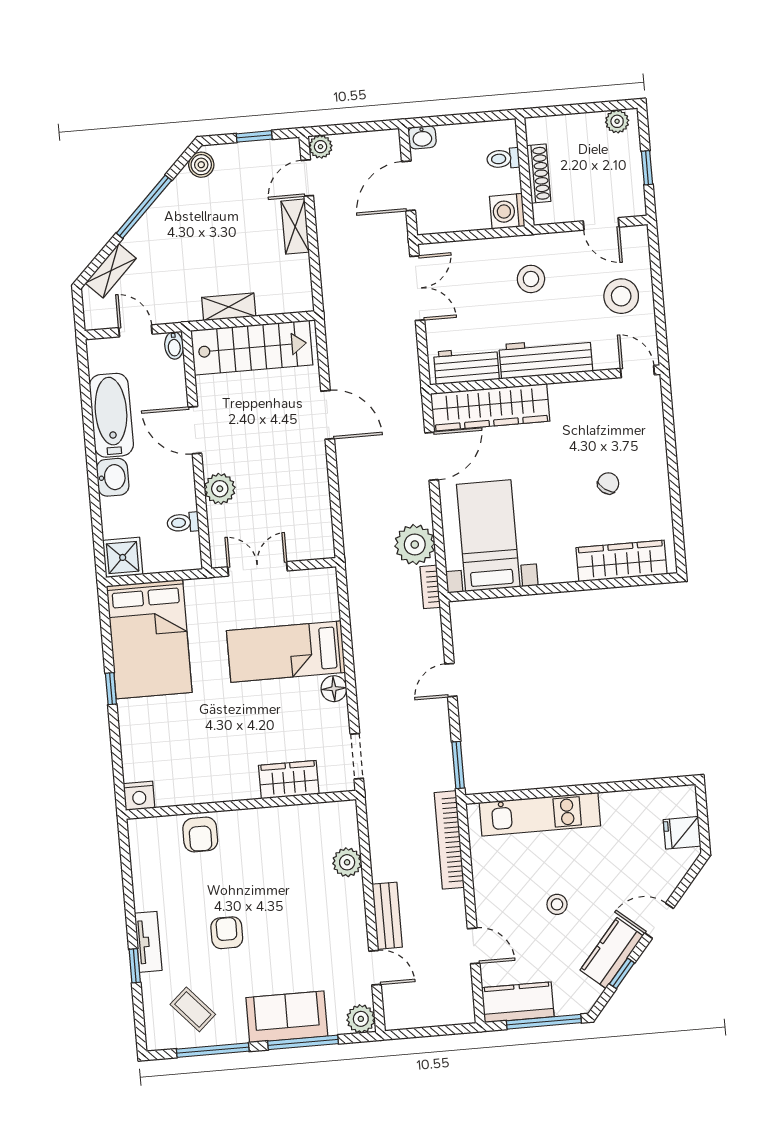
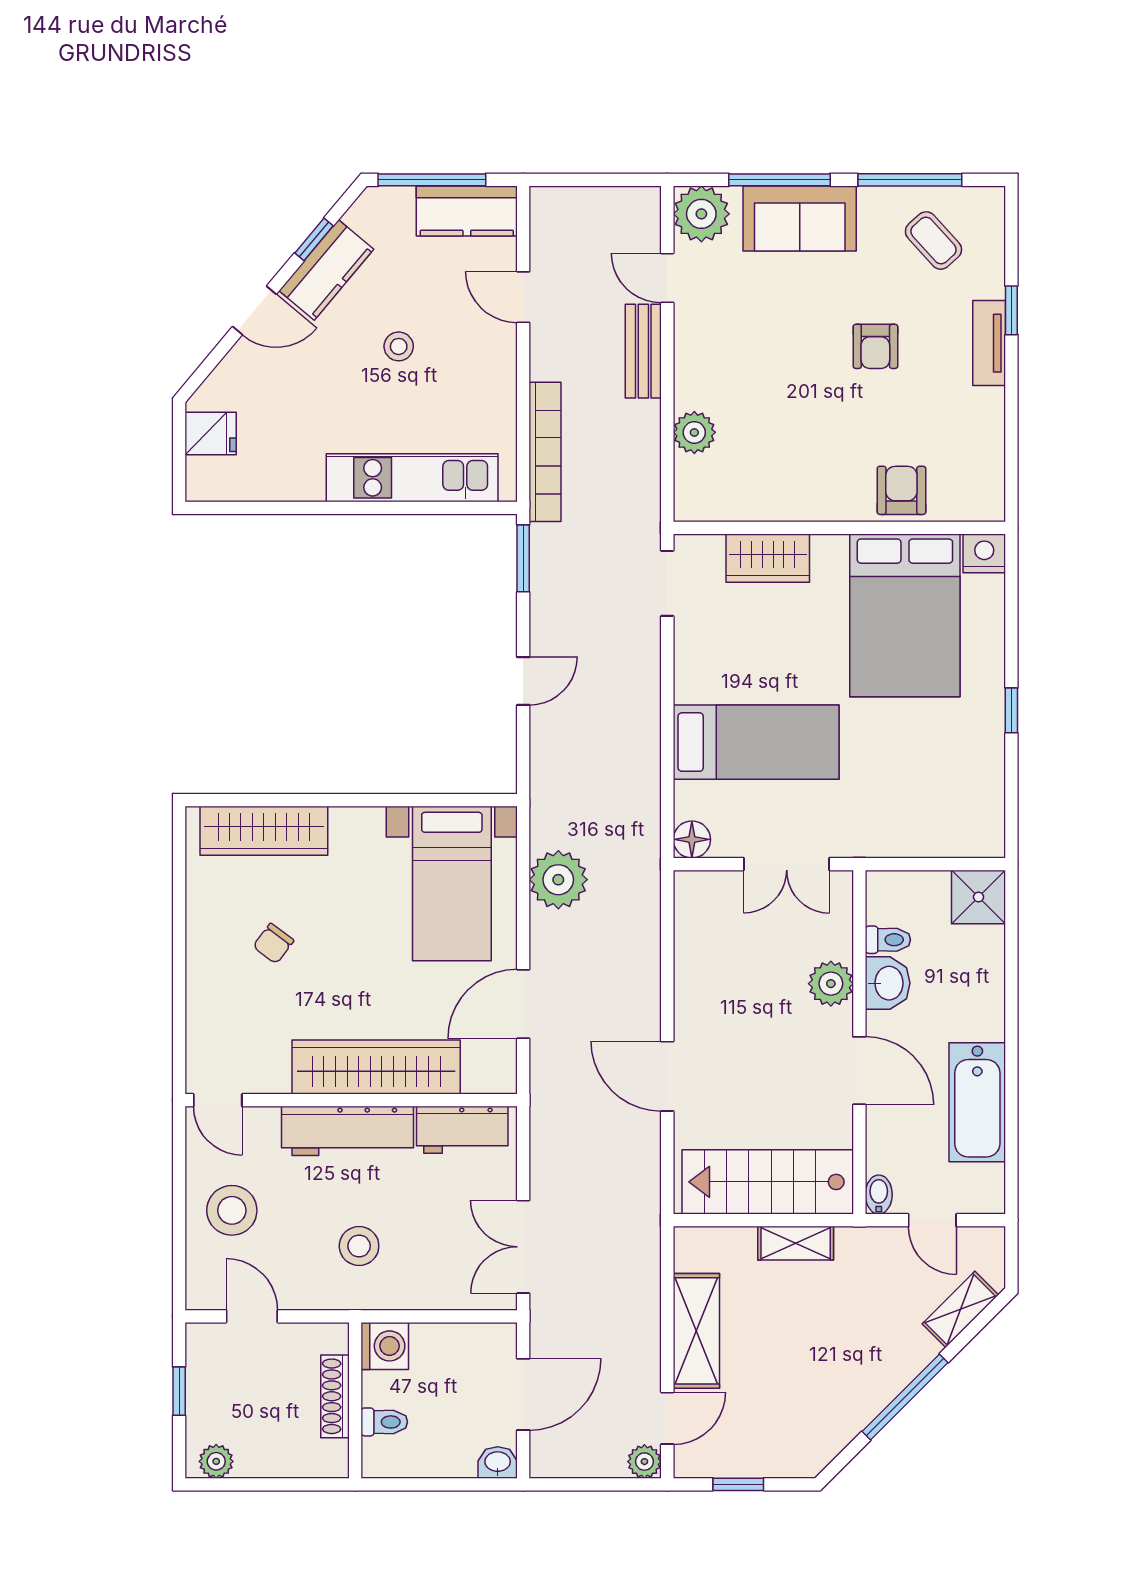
boiler: (201, 165) -> (818, 1450), removed
shelving: (295, 227) -> (696, 1331), width x1.50, depth x1.33
wardrobe: (490, 407) -> (376, 1067), moved
washbasin: (113, 477) -> (888, 983), moved, turned 180
bookcase: (430, 587) -> (541, 817), removed
bed: (149, 639) -> (905, 615), moved, turned 180
floor lamp: (334, 689) -> (692, 839), moved
plant: (361, 1019) -> (701, 214), width x1.36, depth x1.36

